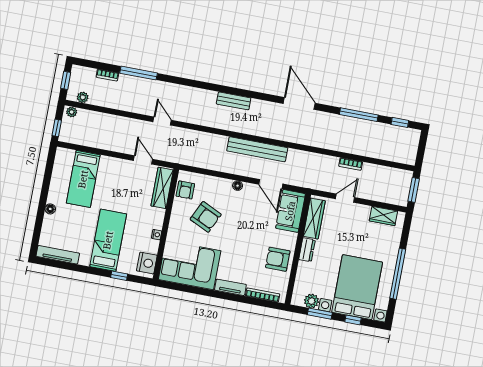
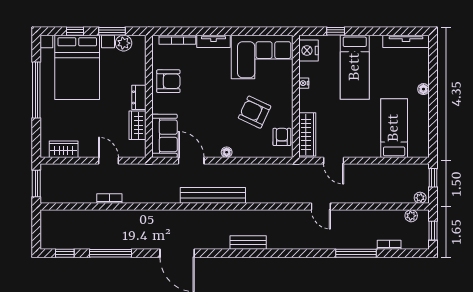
door: (345, 198) -> (108, 161), swing flipped
wardrobe: (314, 219) -> (137, 125), width x0.67

